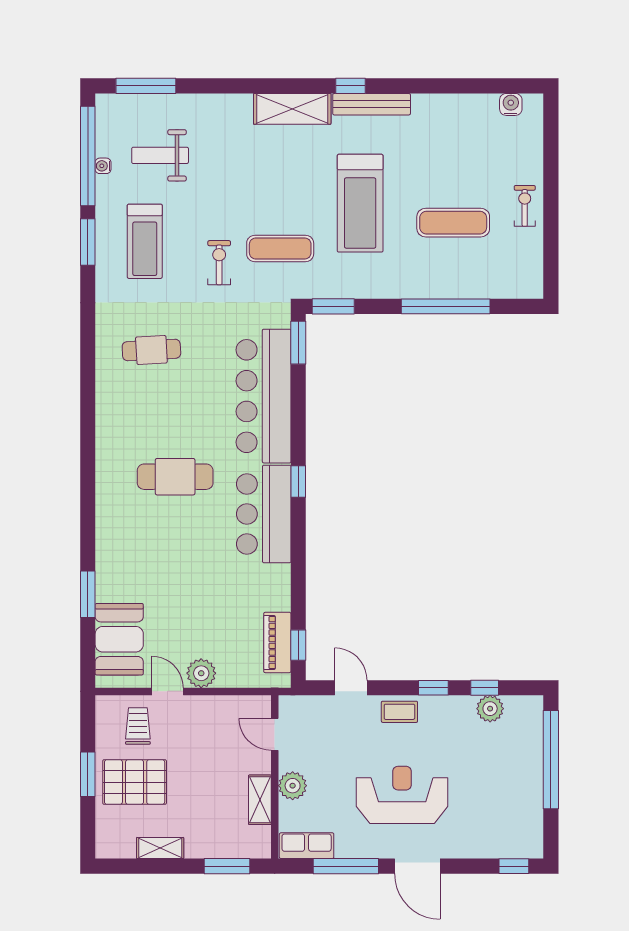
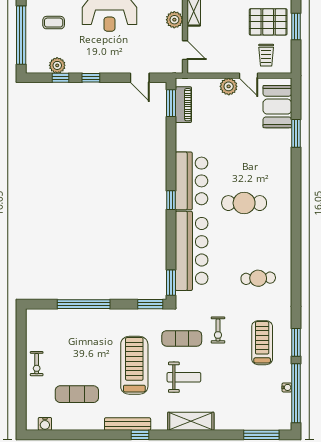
shelving: (292, 109) -> (191, 421), moved
weight bench: (160, 155) -> (184, 377), moved
exercise mat: (453, 223) -> (77, 394), moved
window: (298, 645) -> (171, 103), width x1.50
coffee table: (399, 712) -> (54, 23), moved

